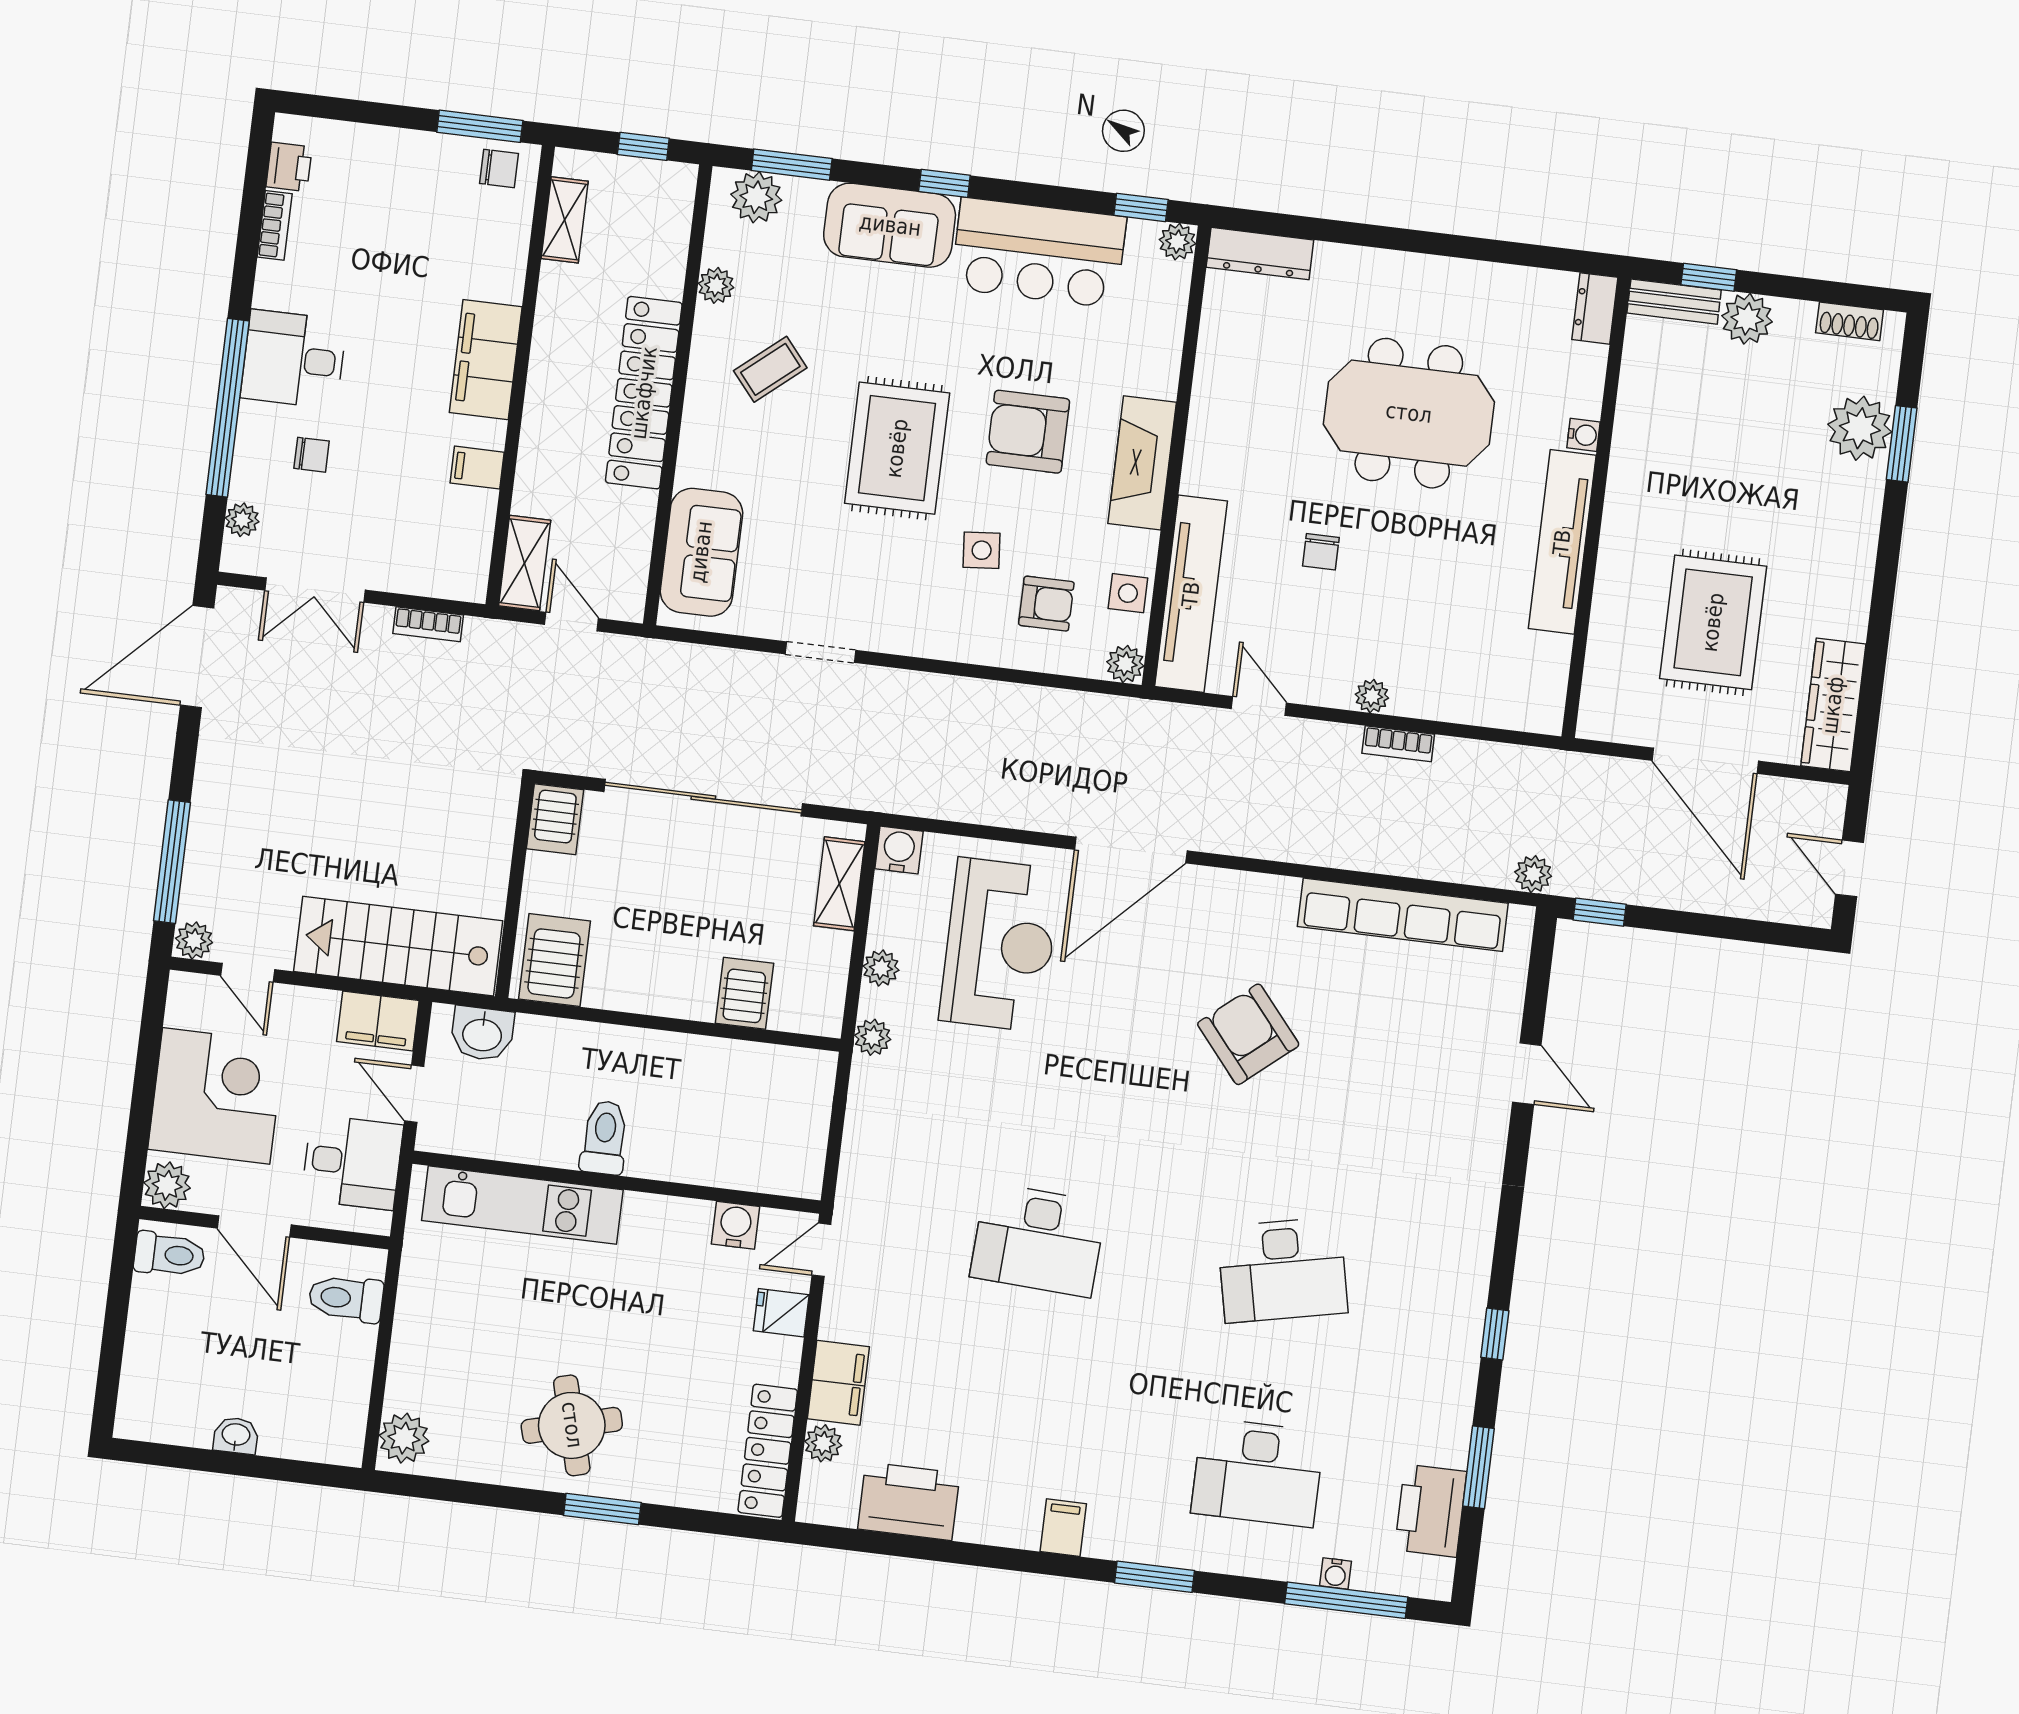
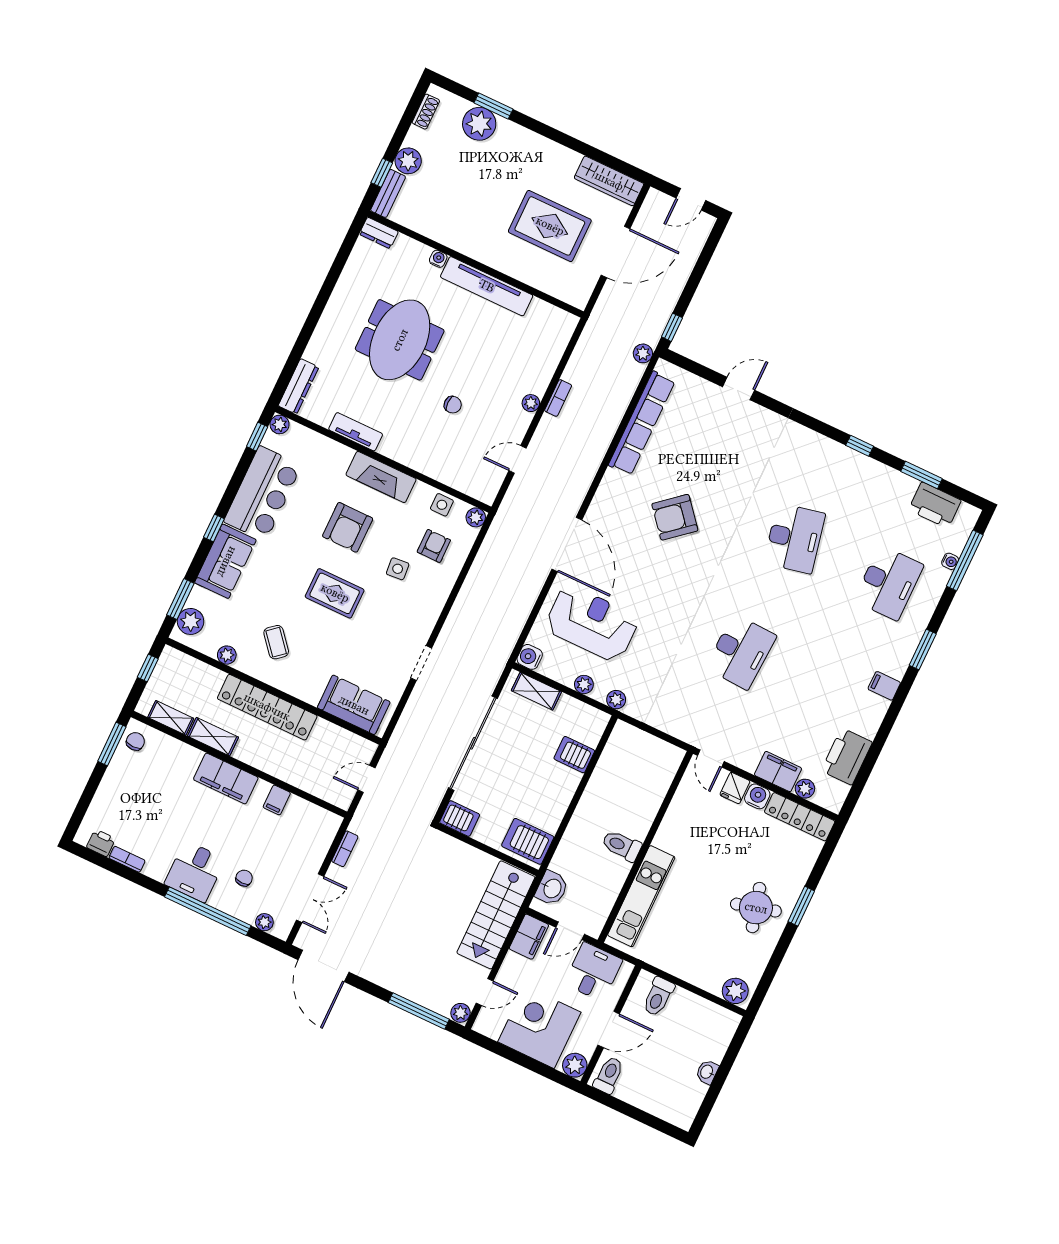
rug: (897, 448) -> (335, 593), width x0.73, depth x0.70
shelving: (525, 563) -> (213, 737), moved
tv unit: (1191, 594) -> (356, 432), moved, width x0.52, depth x0.78
water cooler: (736, 1225) -> (757, 796), moved, turned 90

